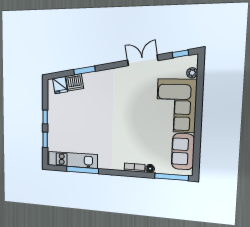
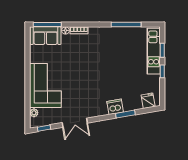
dishwasher: (75, 82) -> (115, 107), moved
sofa: (183, 152) -> (46, 36), moved, turned 90
kitchen unit: (73, 160) -> (154, 51), moved, turned 90

